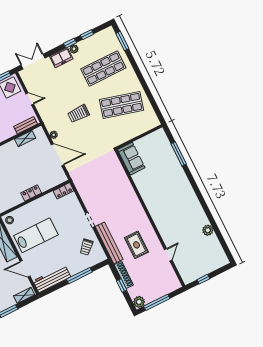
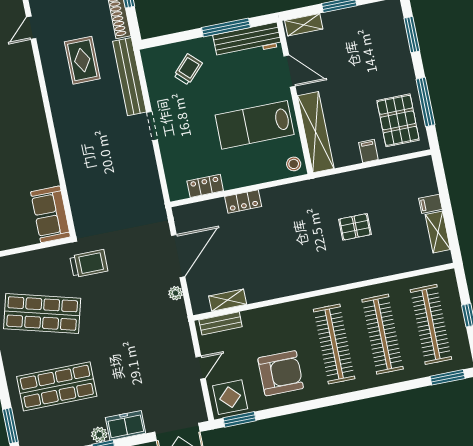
door: (30, 99) -> (201, 368), swing flipped
trolley: (79, 114) -> (89, 264), moved
door: (58, 155) -> (178, 256), swing flipped
locker: (63, 191) -> (205, 186), moved
trolley: (86, 247) -> (188, 69), moved
window: (79, 276) -> (226, 27), moved

